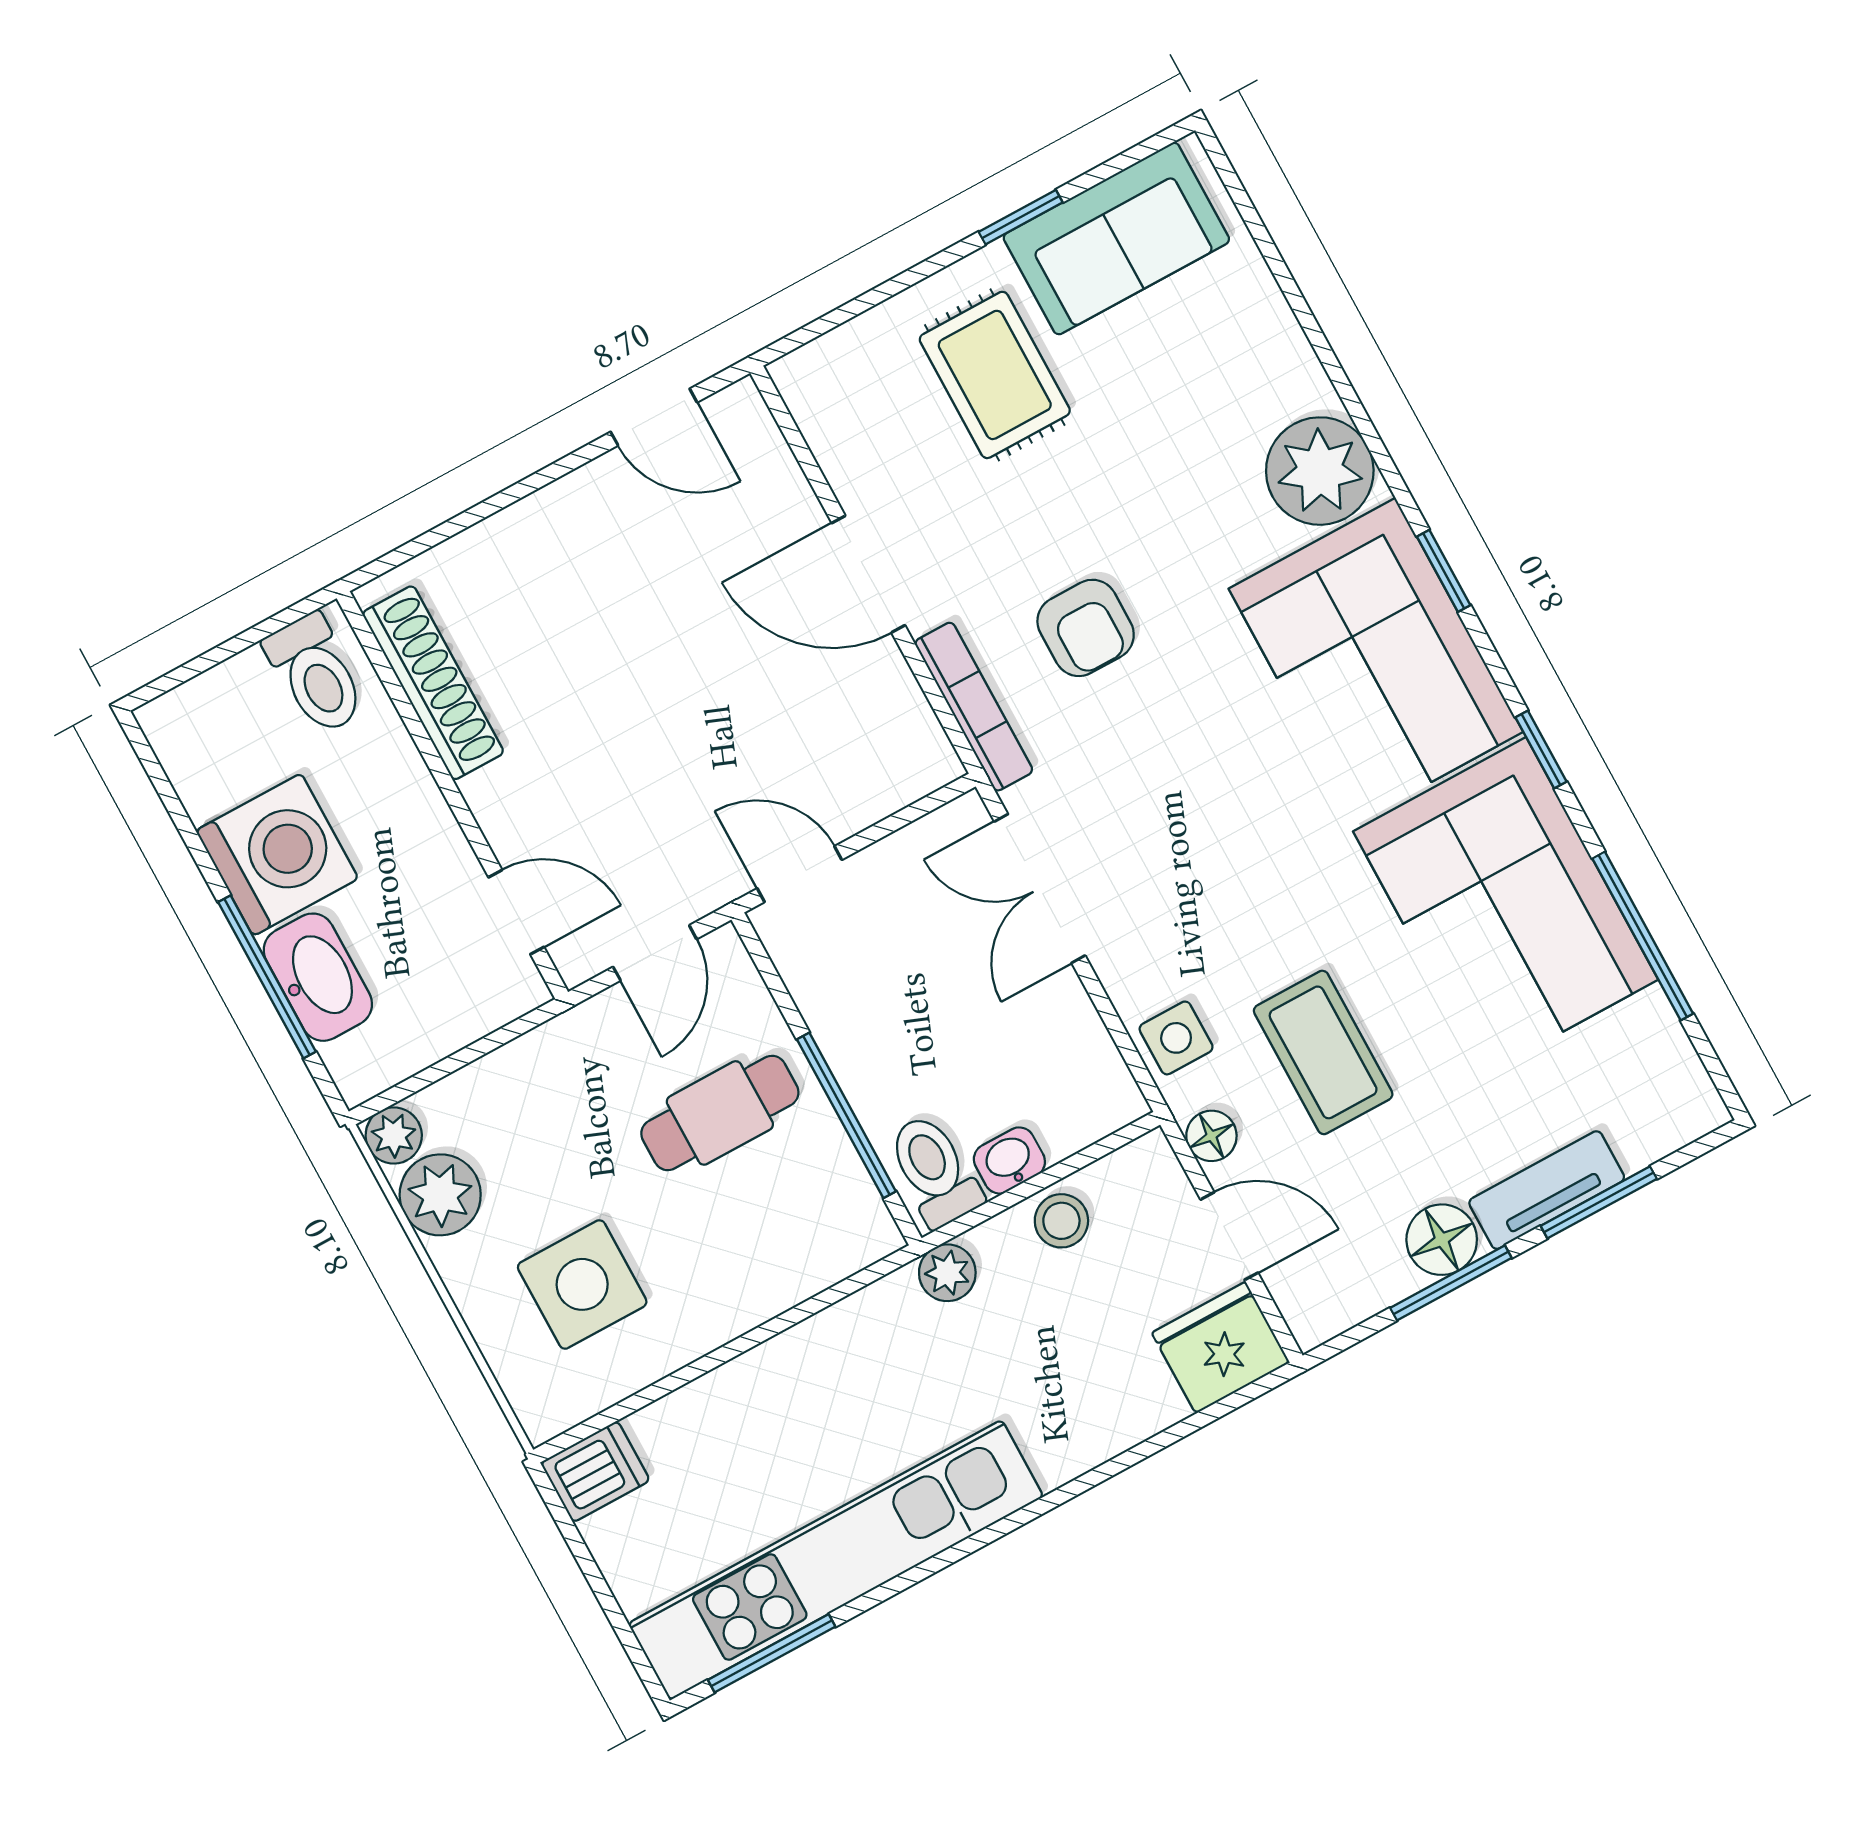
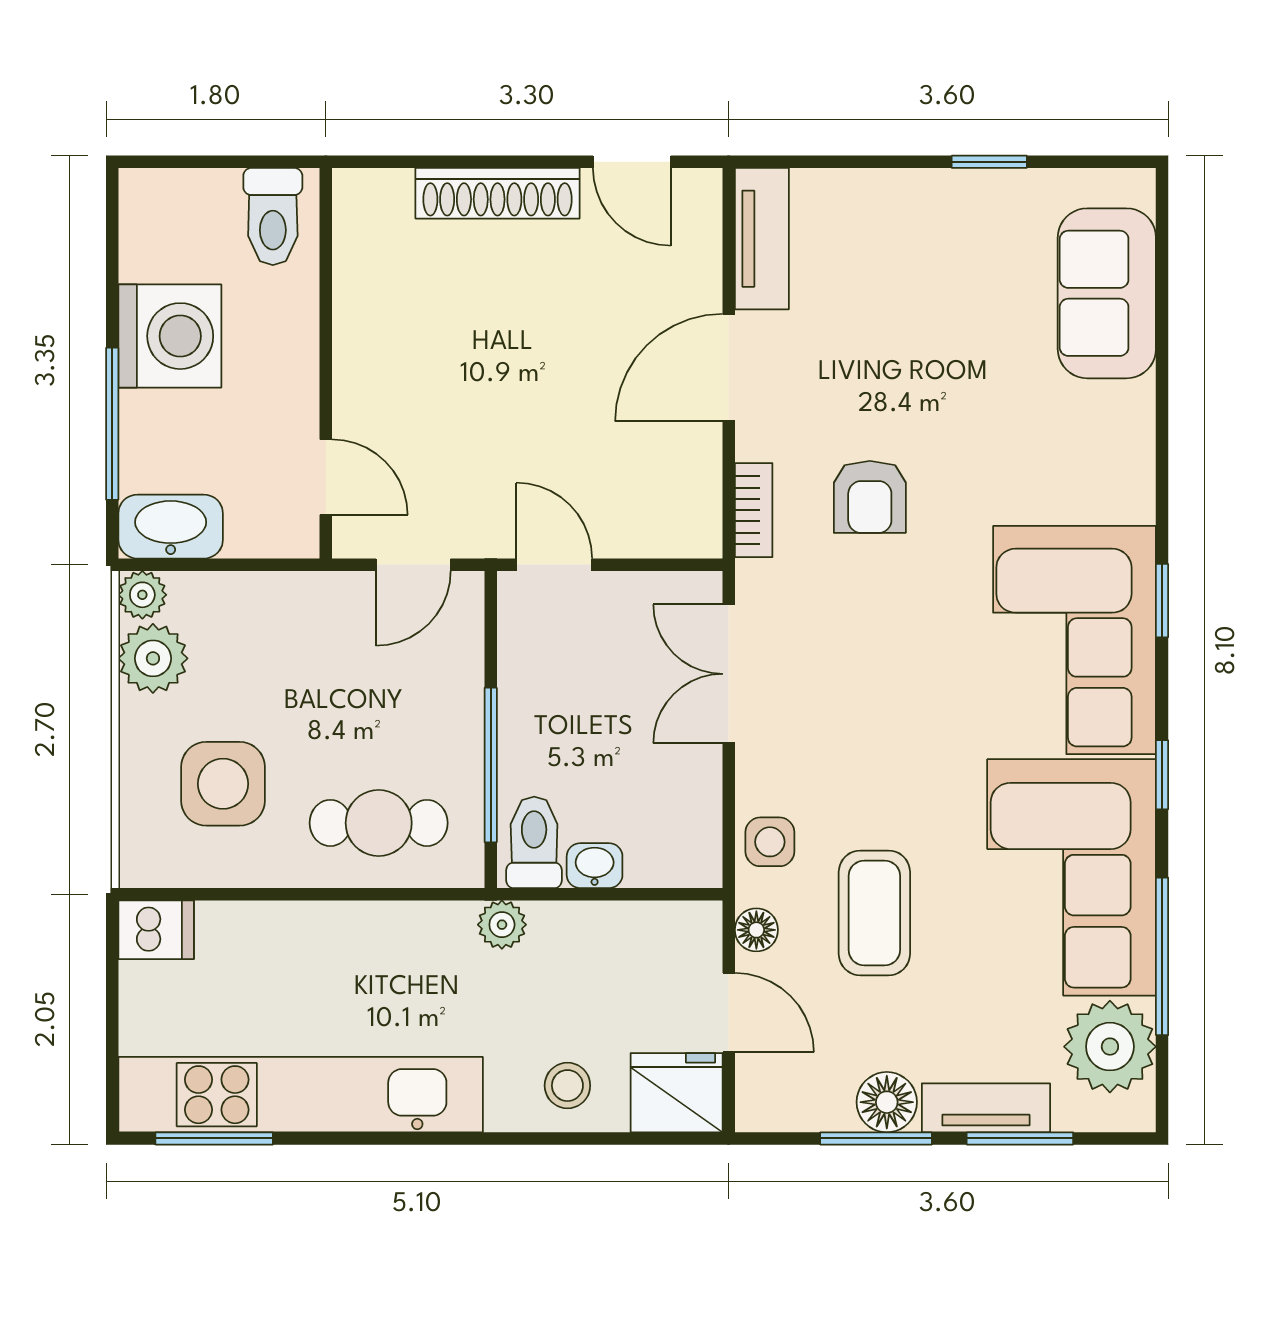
sofa: (1116, 238) -> (1107, 293), moved, turned 90
rug: (995, 375) -> (905, 270), removed
tv unit: (830, 423) -> (762, 239), added
plant: (1320, 471) -> (1110, 1047), moved
door: (868, 574) -> (729, 368), hinge flipped
shoe rack: (433, 683) -> (498, 193), moved, turned 90
bookcase: (974, 707) -> (754, 510), width x0.64
washbasin: (318, 977) -> (171, 527), moved, turned -90
cafe table: (720, 1113) -> (379, 823), moved
stool: (1061, 1221) -> (567, 1086), moved

